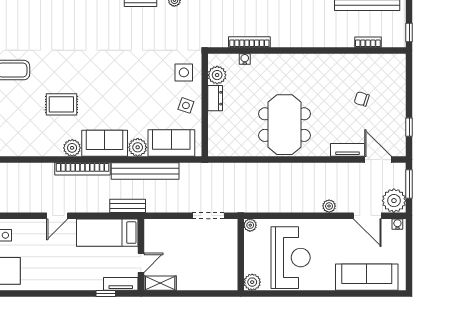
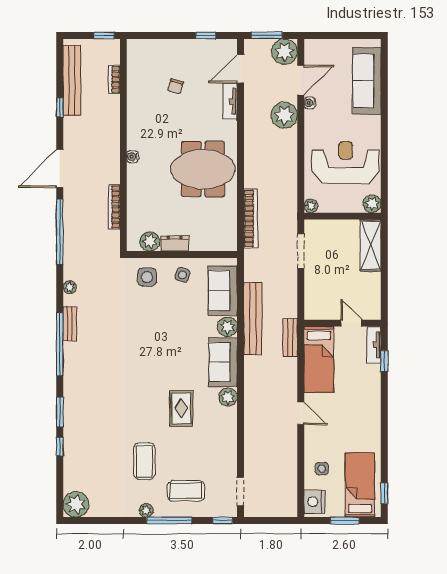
water cooler: (245, 59) -> (133, 157), moved
bookcase: (83, 169) -> (251, 219), moved
plant: (329, 206) -> (284, 115), width x1.88, depth x1.88
water cooler: (397, 224) -> (310, 103), moved
shelving: (160, 283) -> (371, 245), moved, width x1.50, depth x1.33

